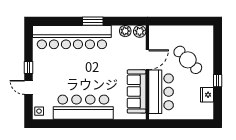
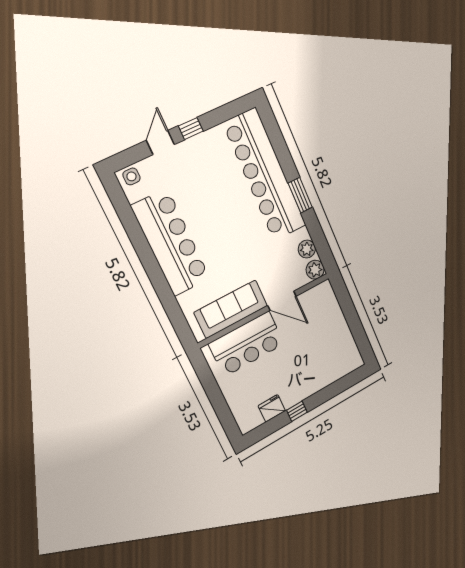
cafe table: (188, 60) -> (306, 356), removed

